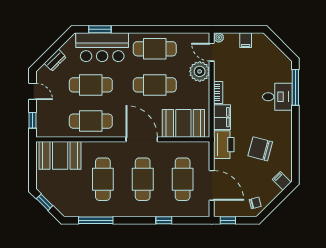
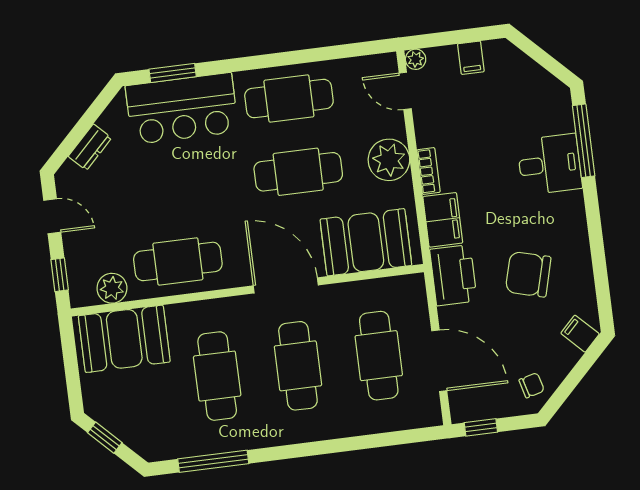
plant: (200, 71) -> (389, 160), moved
cafe table: (91, 85) -> (169, 188), removed
plant: (57, 130) -> (112, 288), added
window: (164, 220) -> (351, 444), removed

